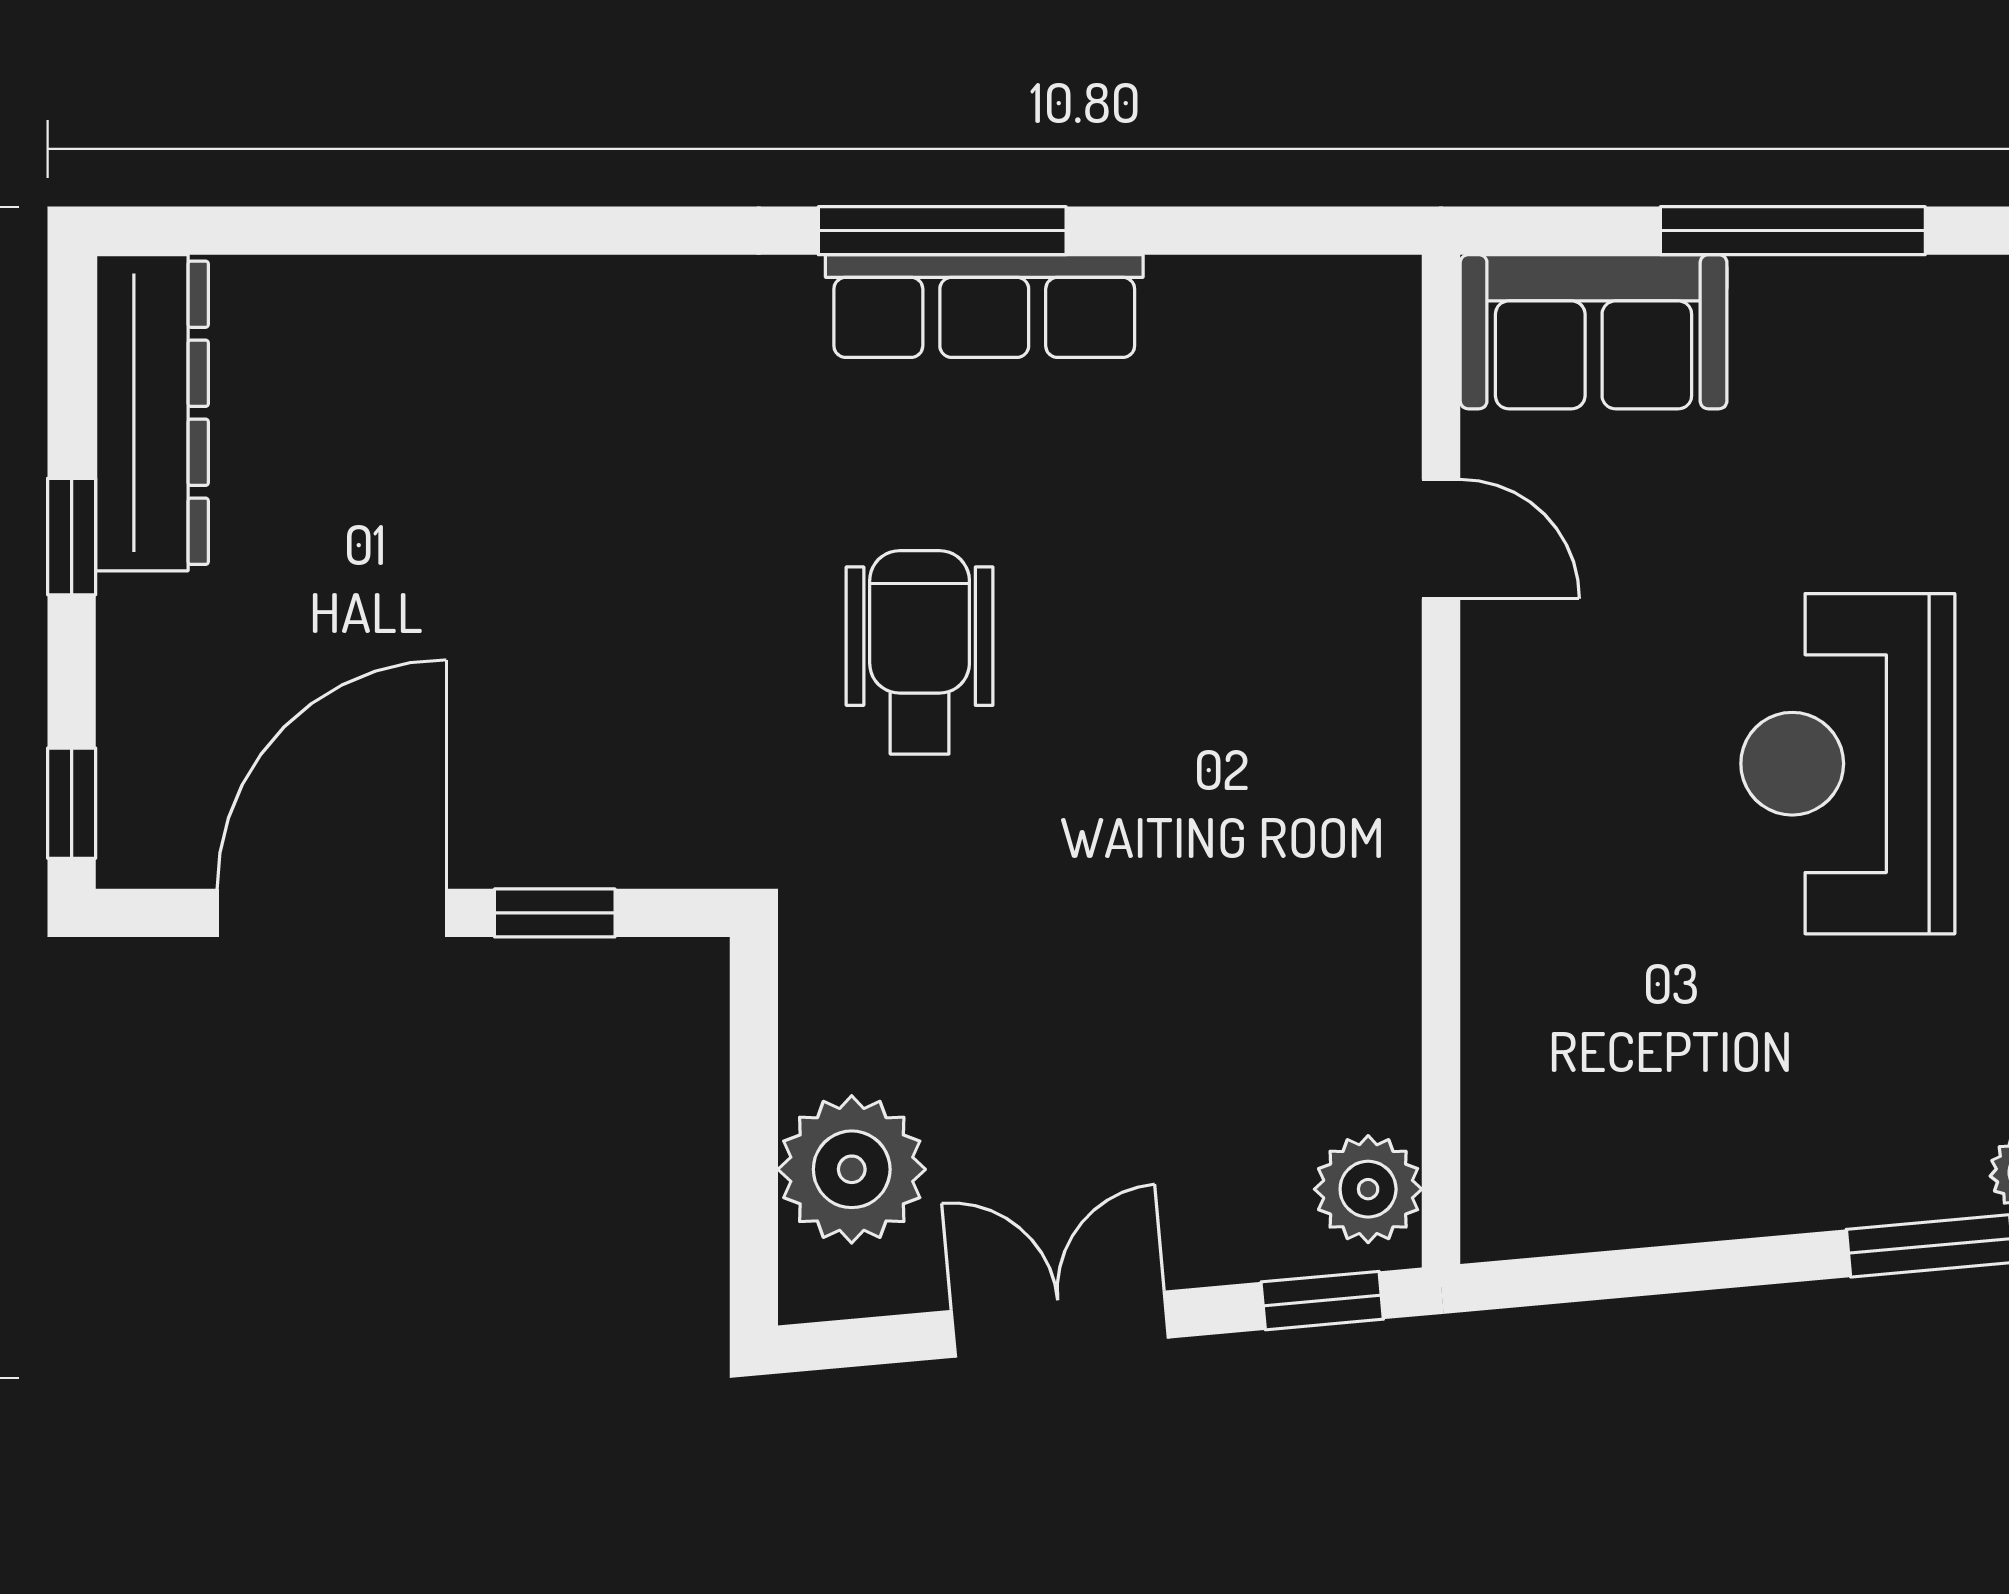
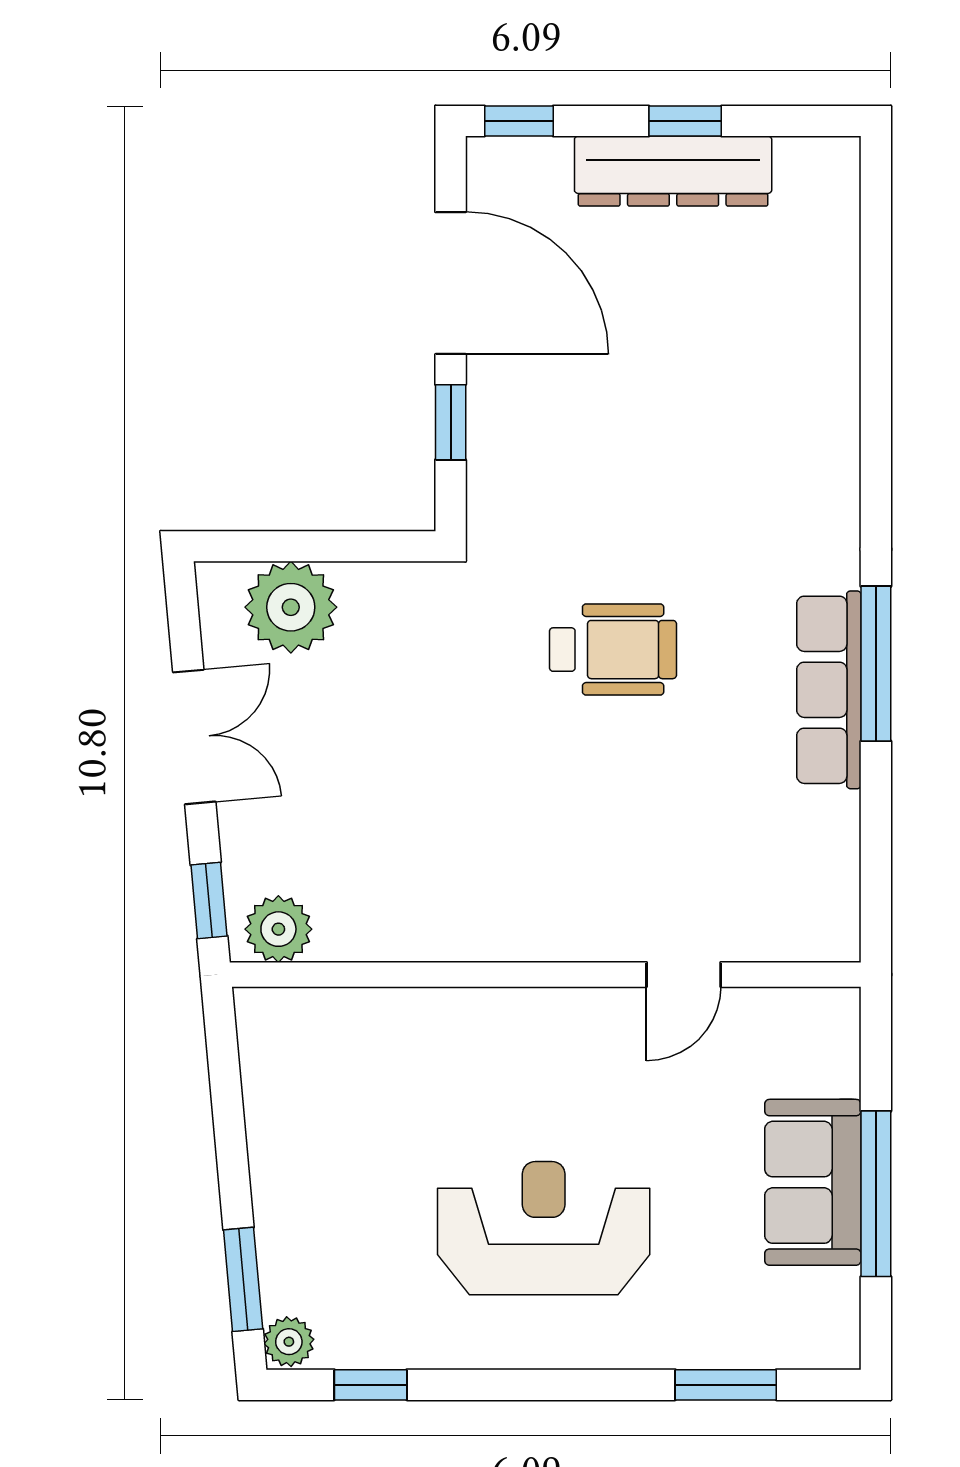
sofa: (1594, 332) -> (813, 1182), moved
dresser: (152, 413) -> (673, 171), moved

